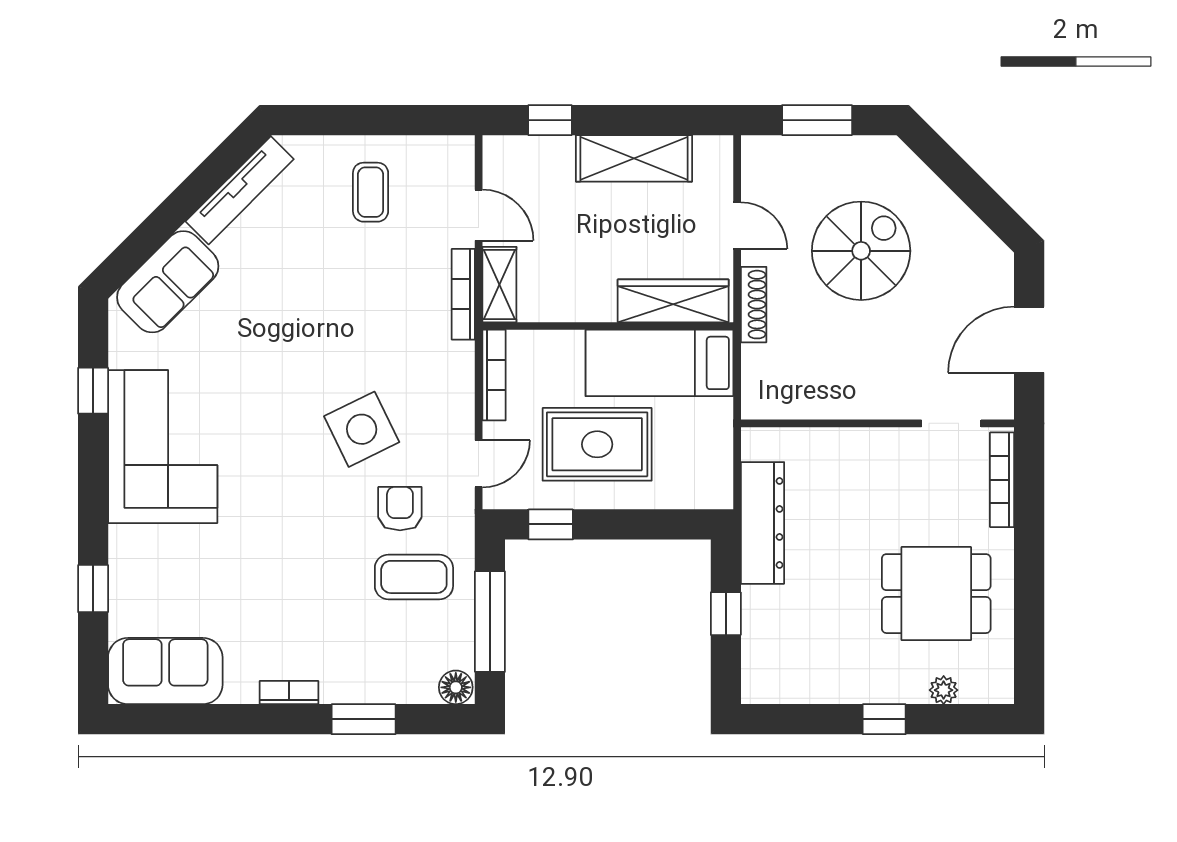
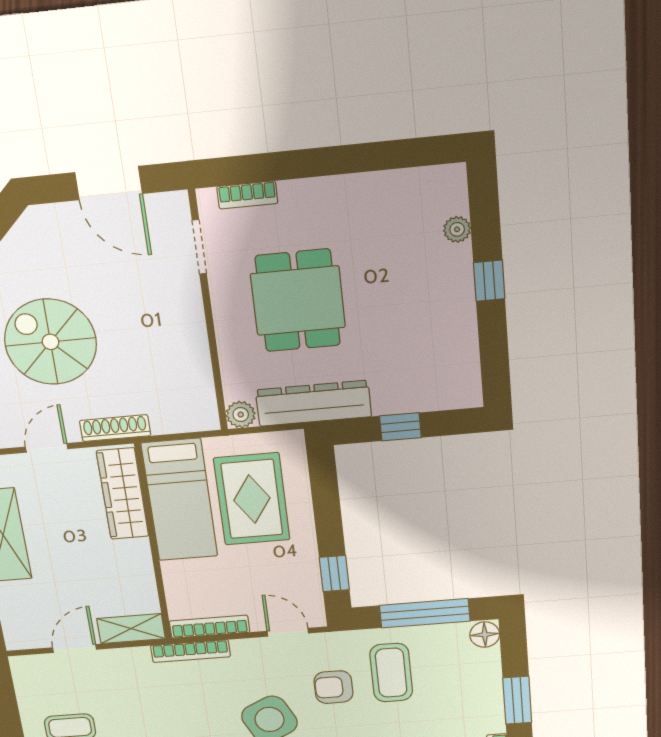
bookcase: (463, 294) -> (190, 651), moved
plant: (757, 443) -> (241, 415), added
rug: (597, 444) -> (252, 499), moved
bookcase: (1002, 480) -> (247, 195), width x0.64
dining table: (936, 594) -> (298, 301), moved

